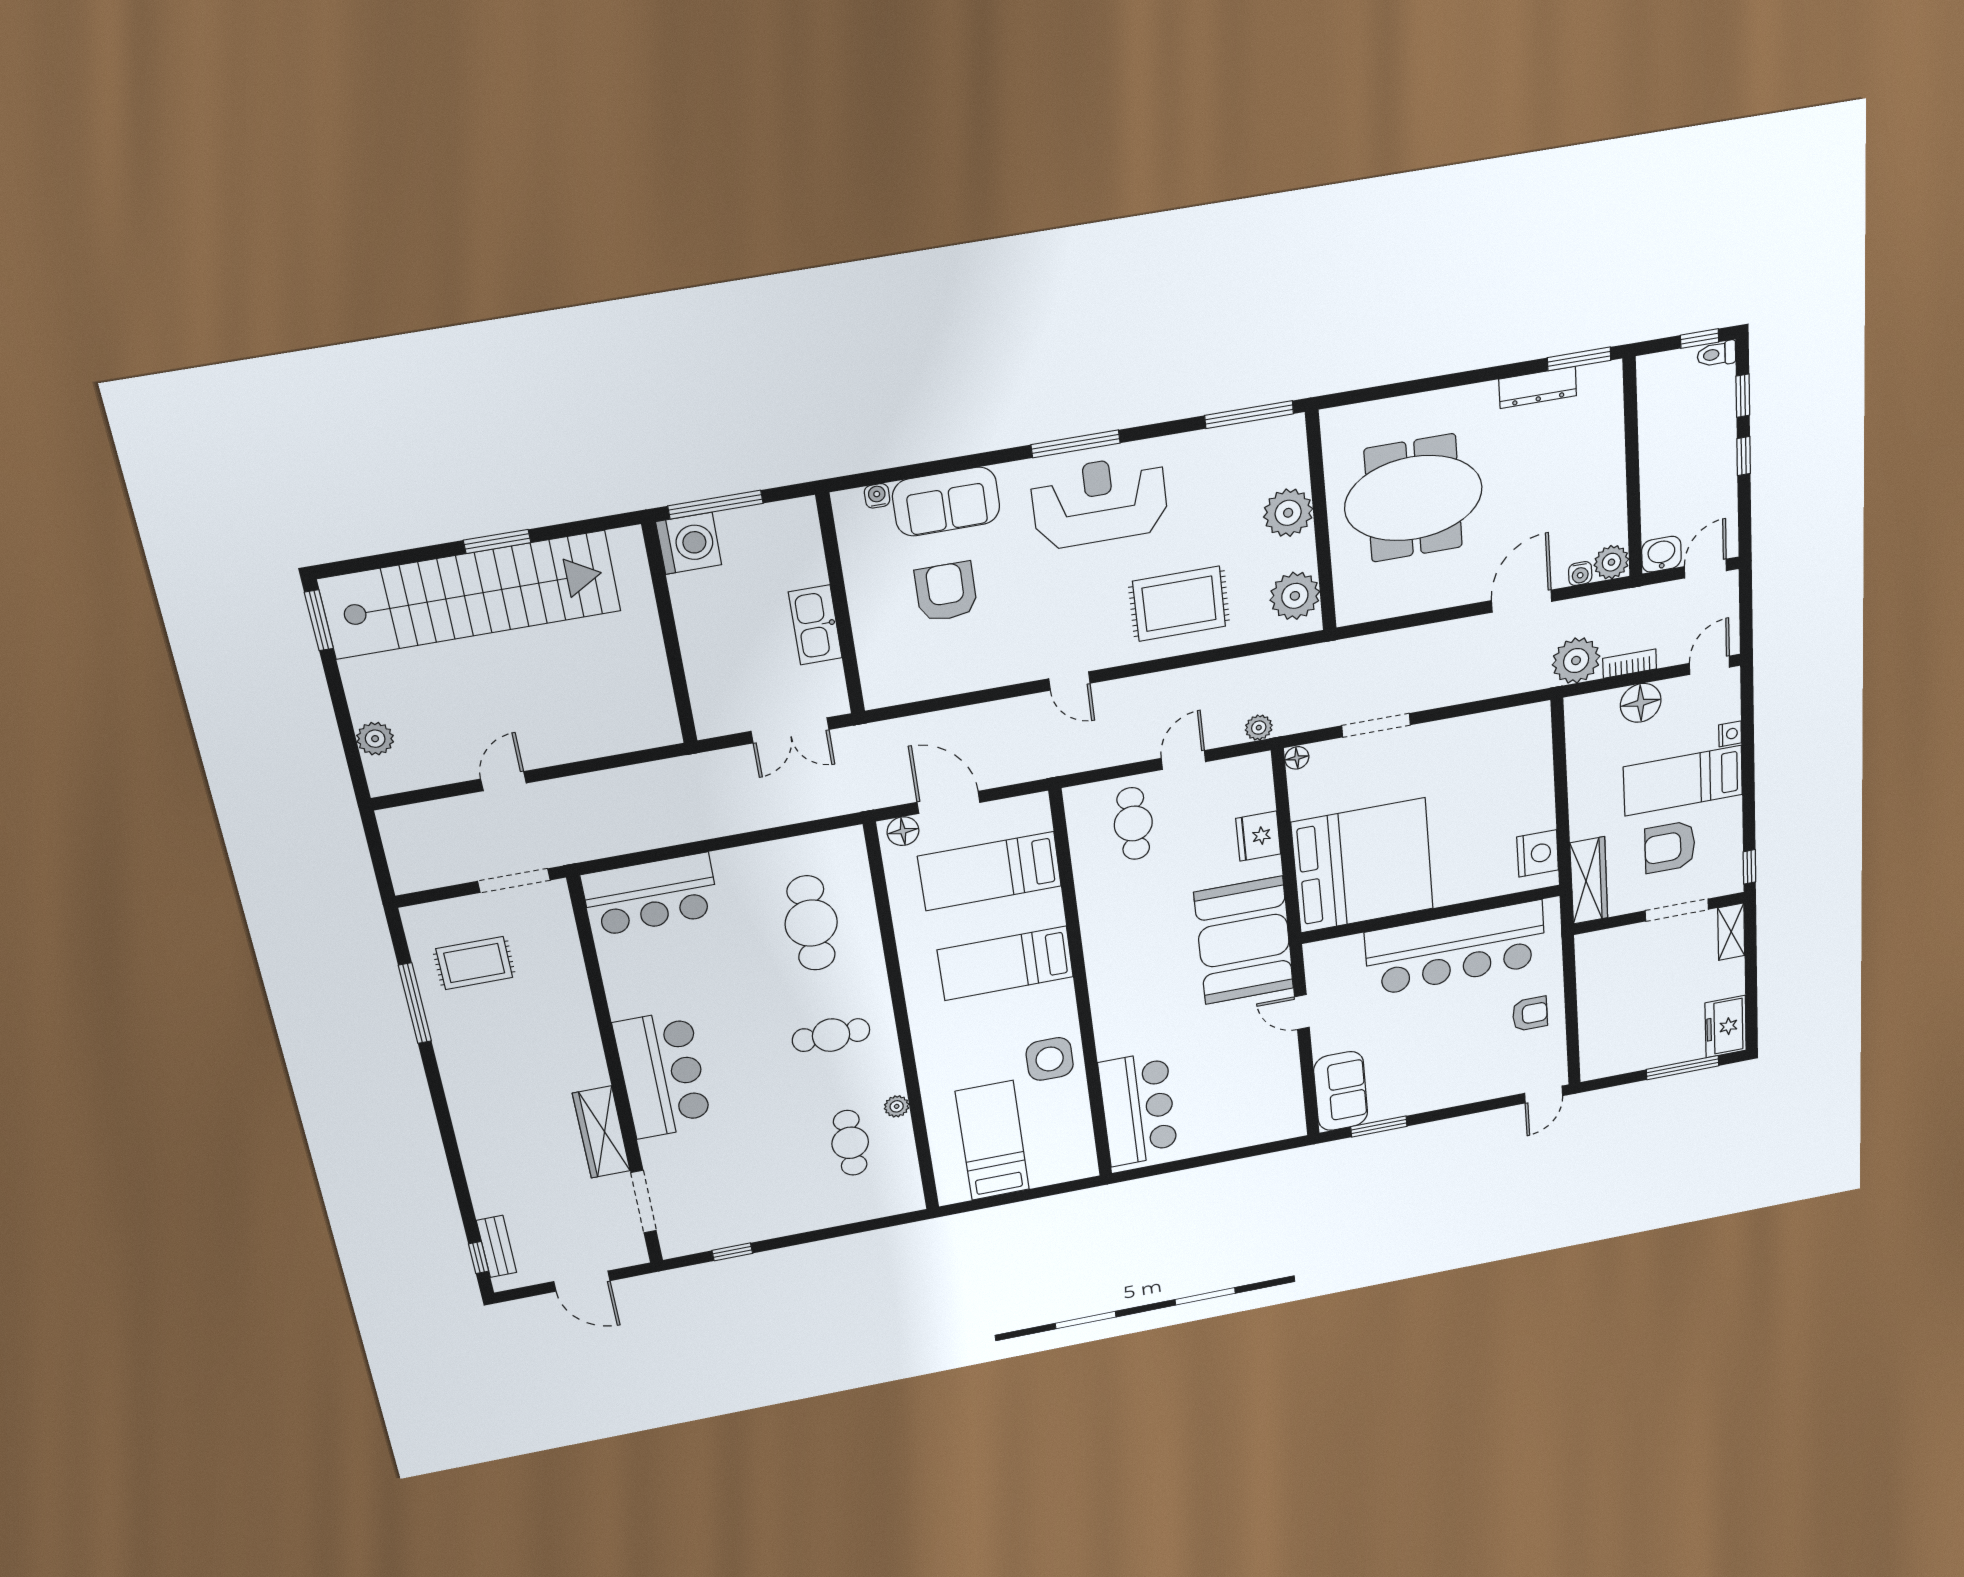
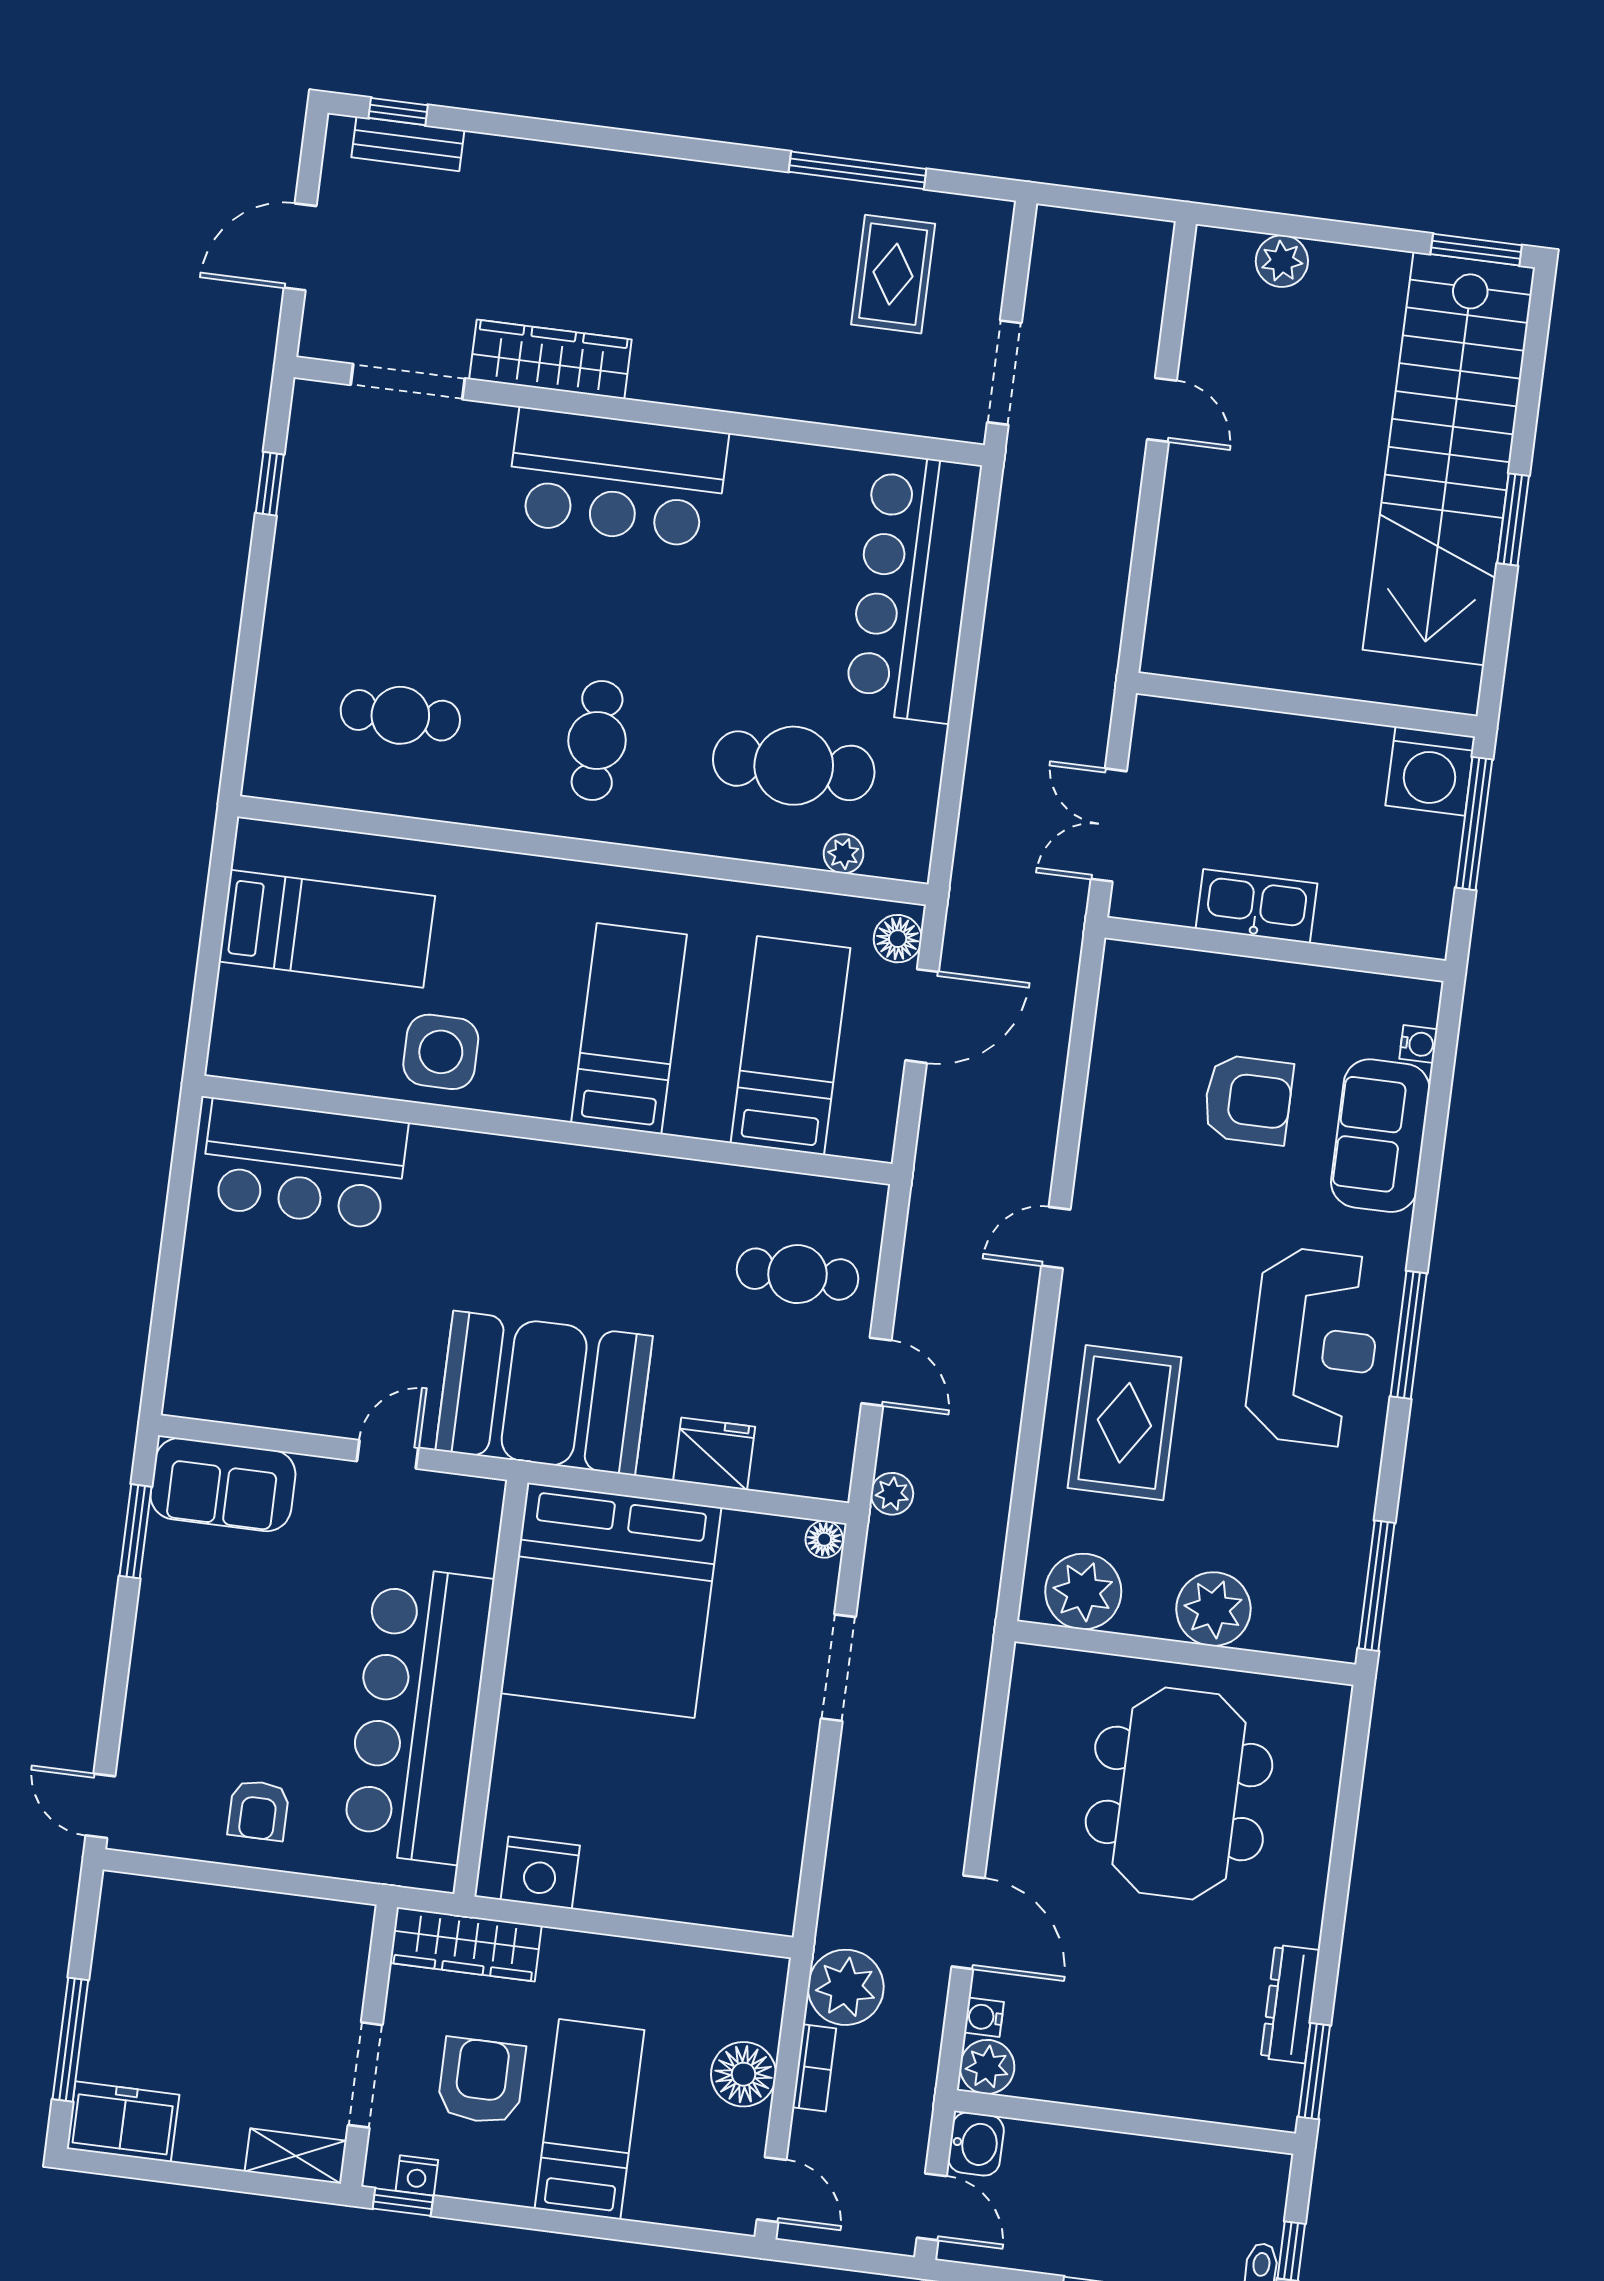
nightstand: (1730, 734) -> (417, 2175), moved
bar counter: (651, 895) -> (913, 588), width x1.36
plant: (897, 1106) -> (844, 854), moved

